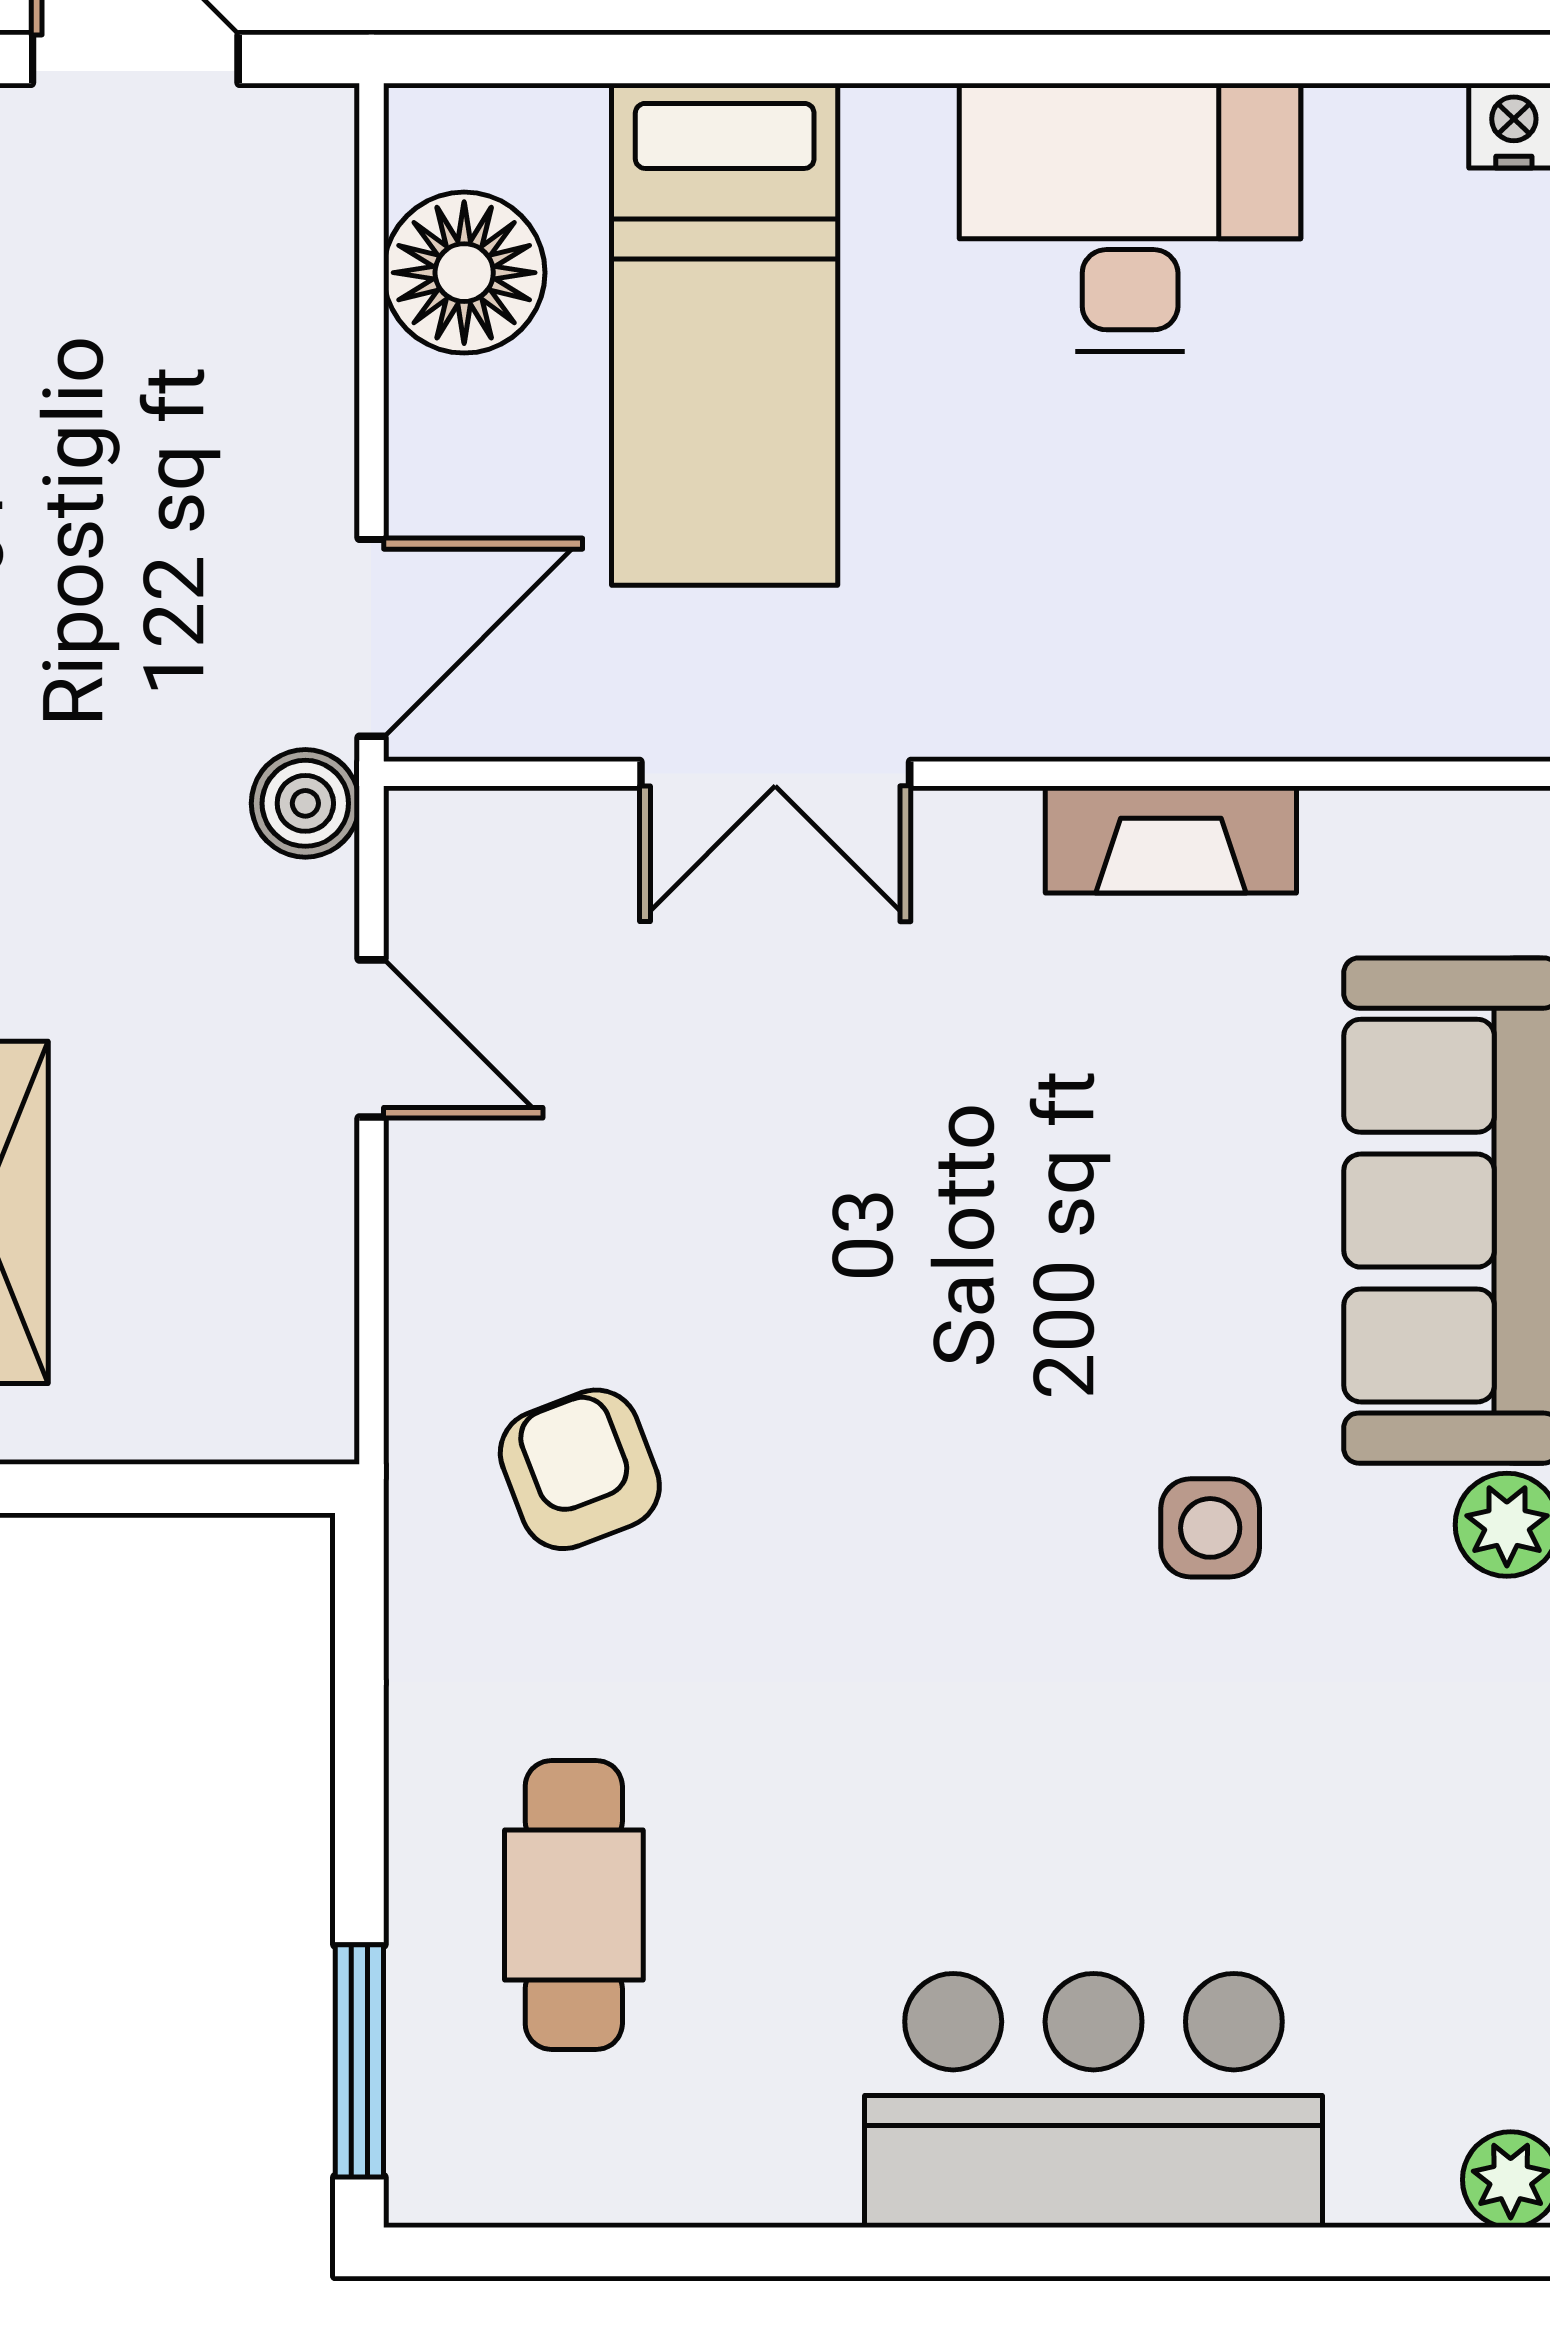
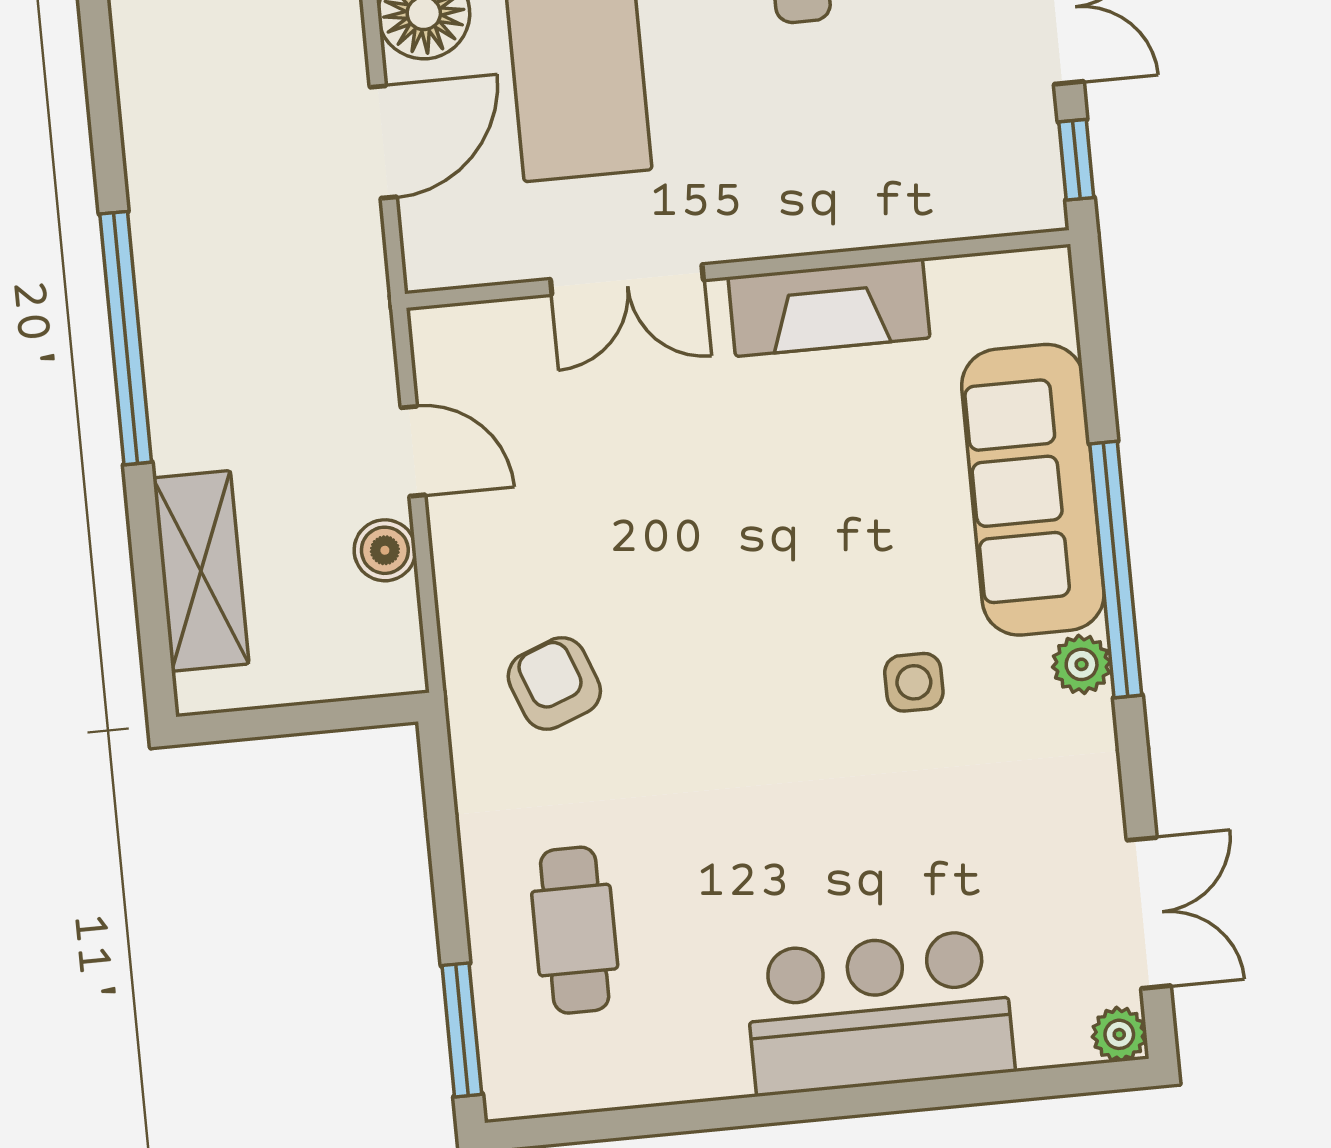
door: (371, 638) -> (383, 142), moved
boiler: (305, 803) -> (385, 550), moved
fireplace: (1171, 840) -> (829, 307), width x1.37, depth x1.32

